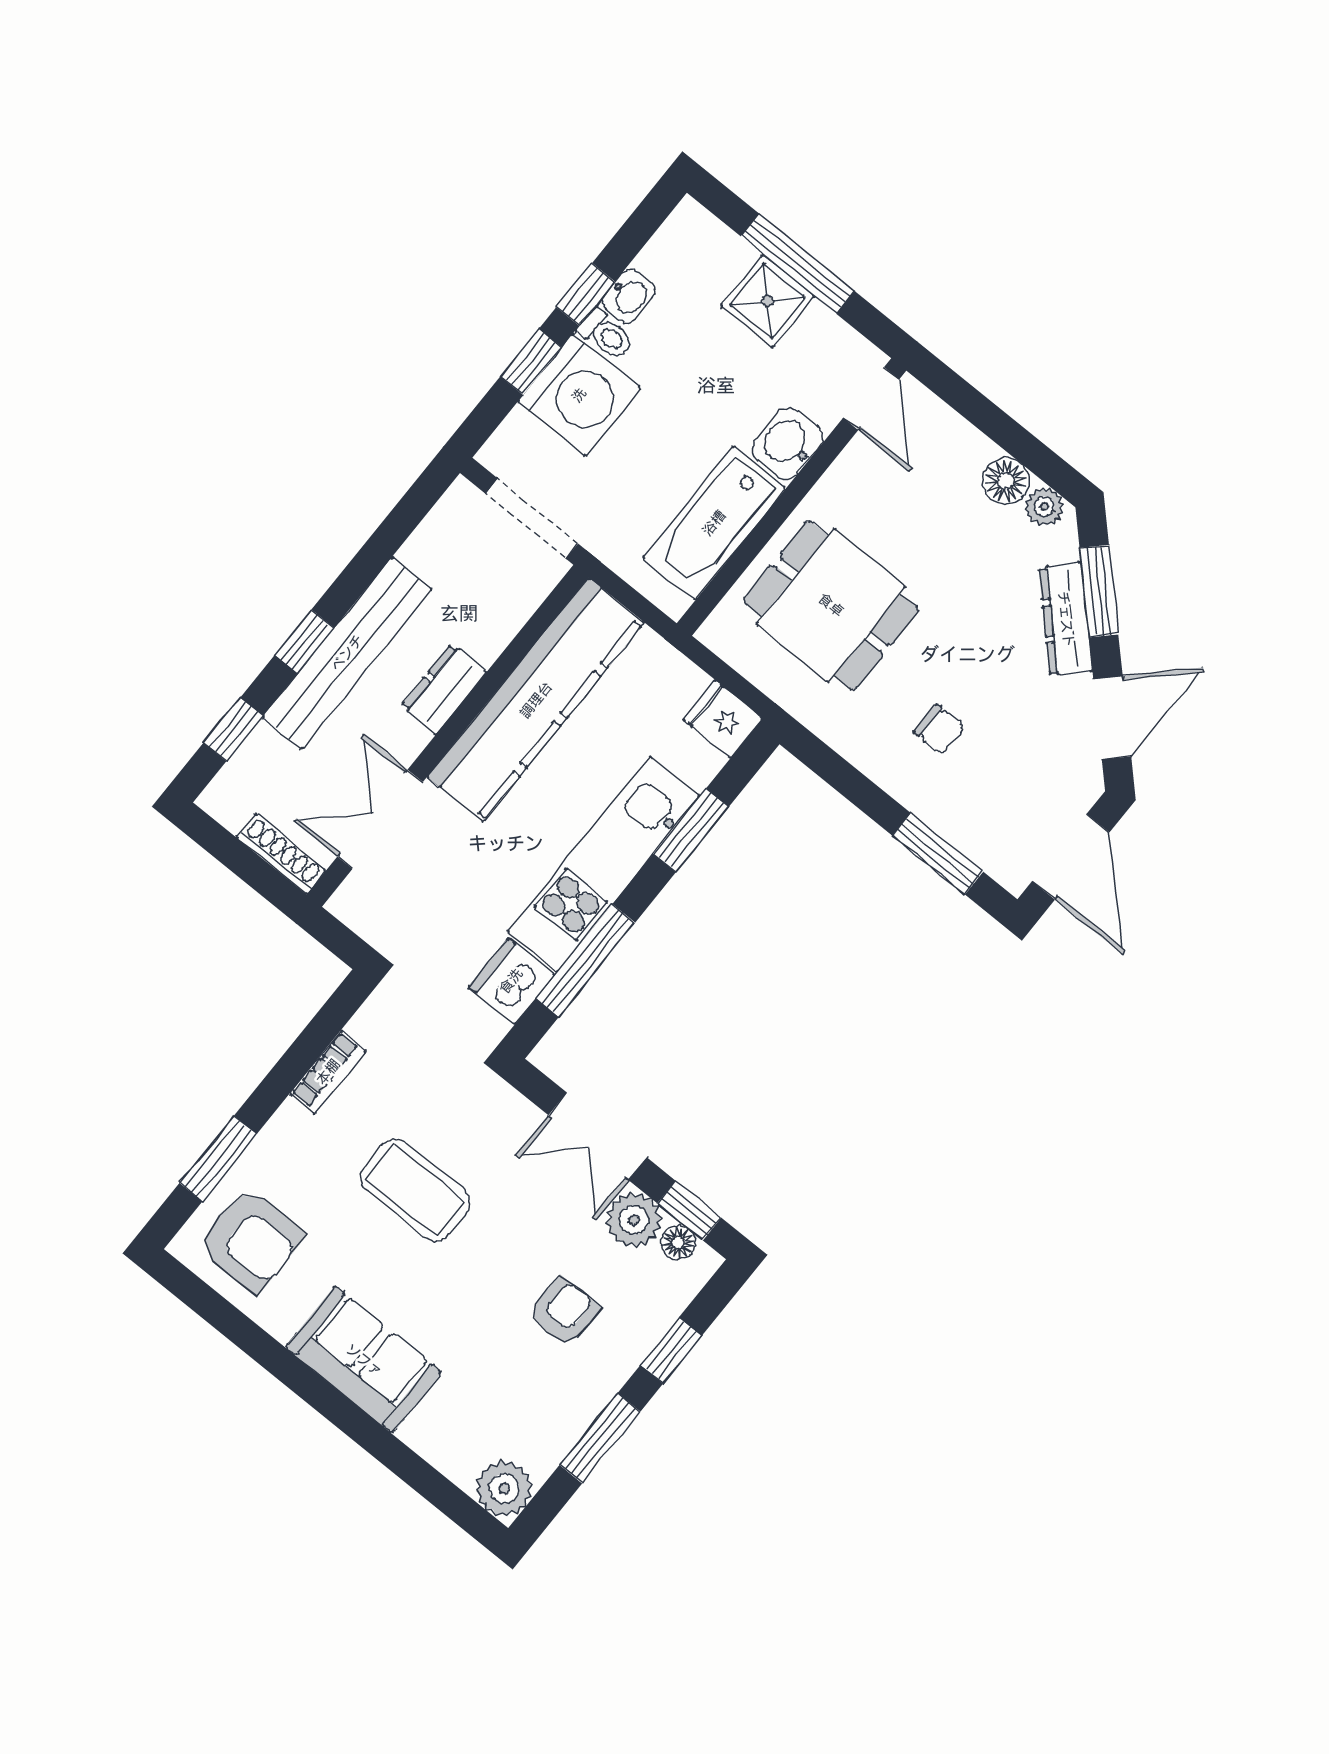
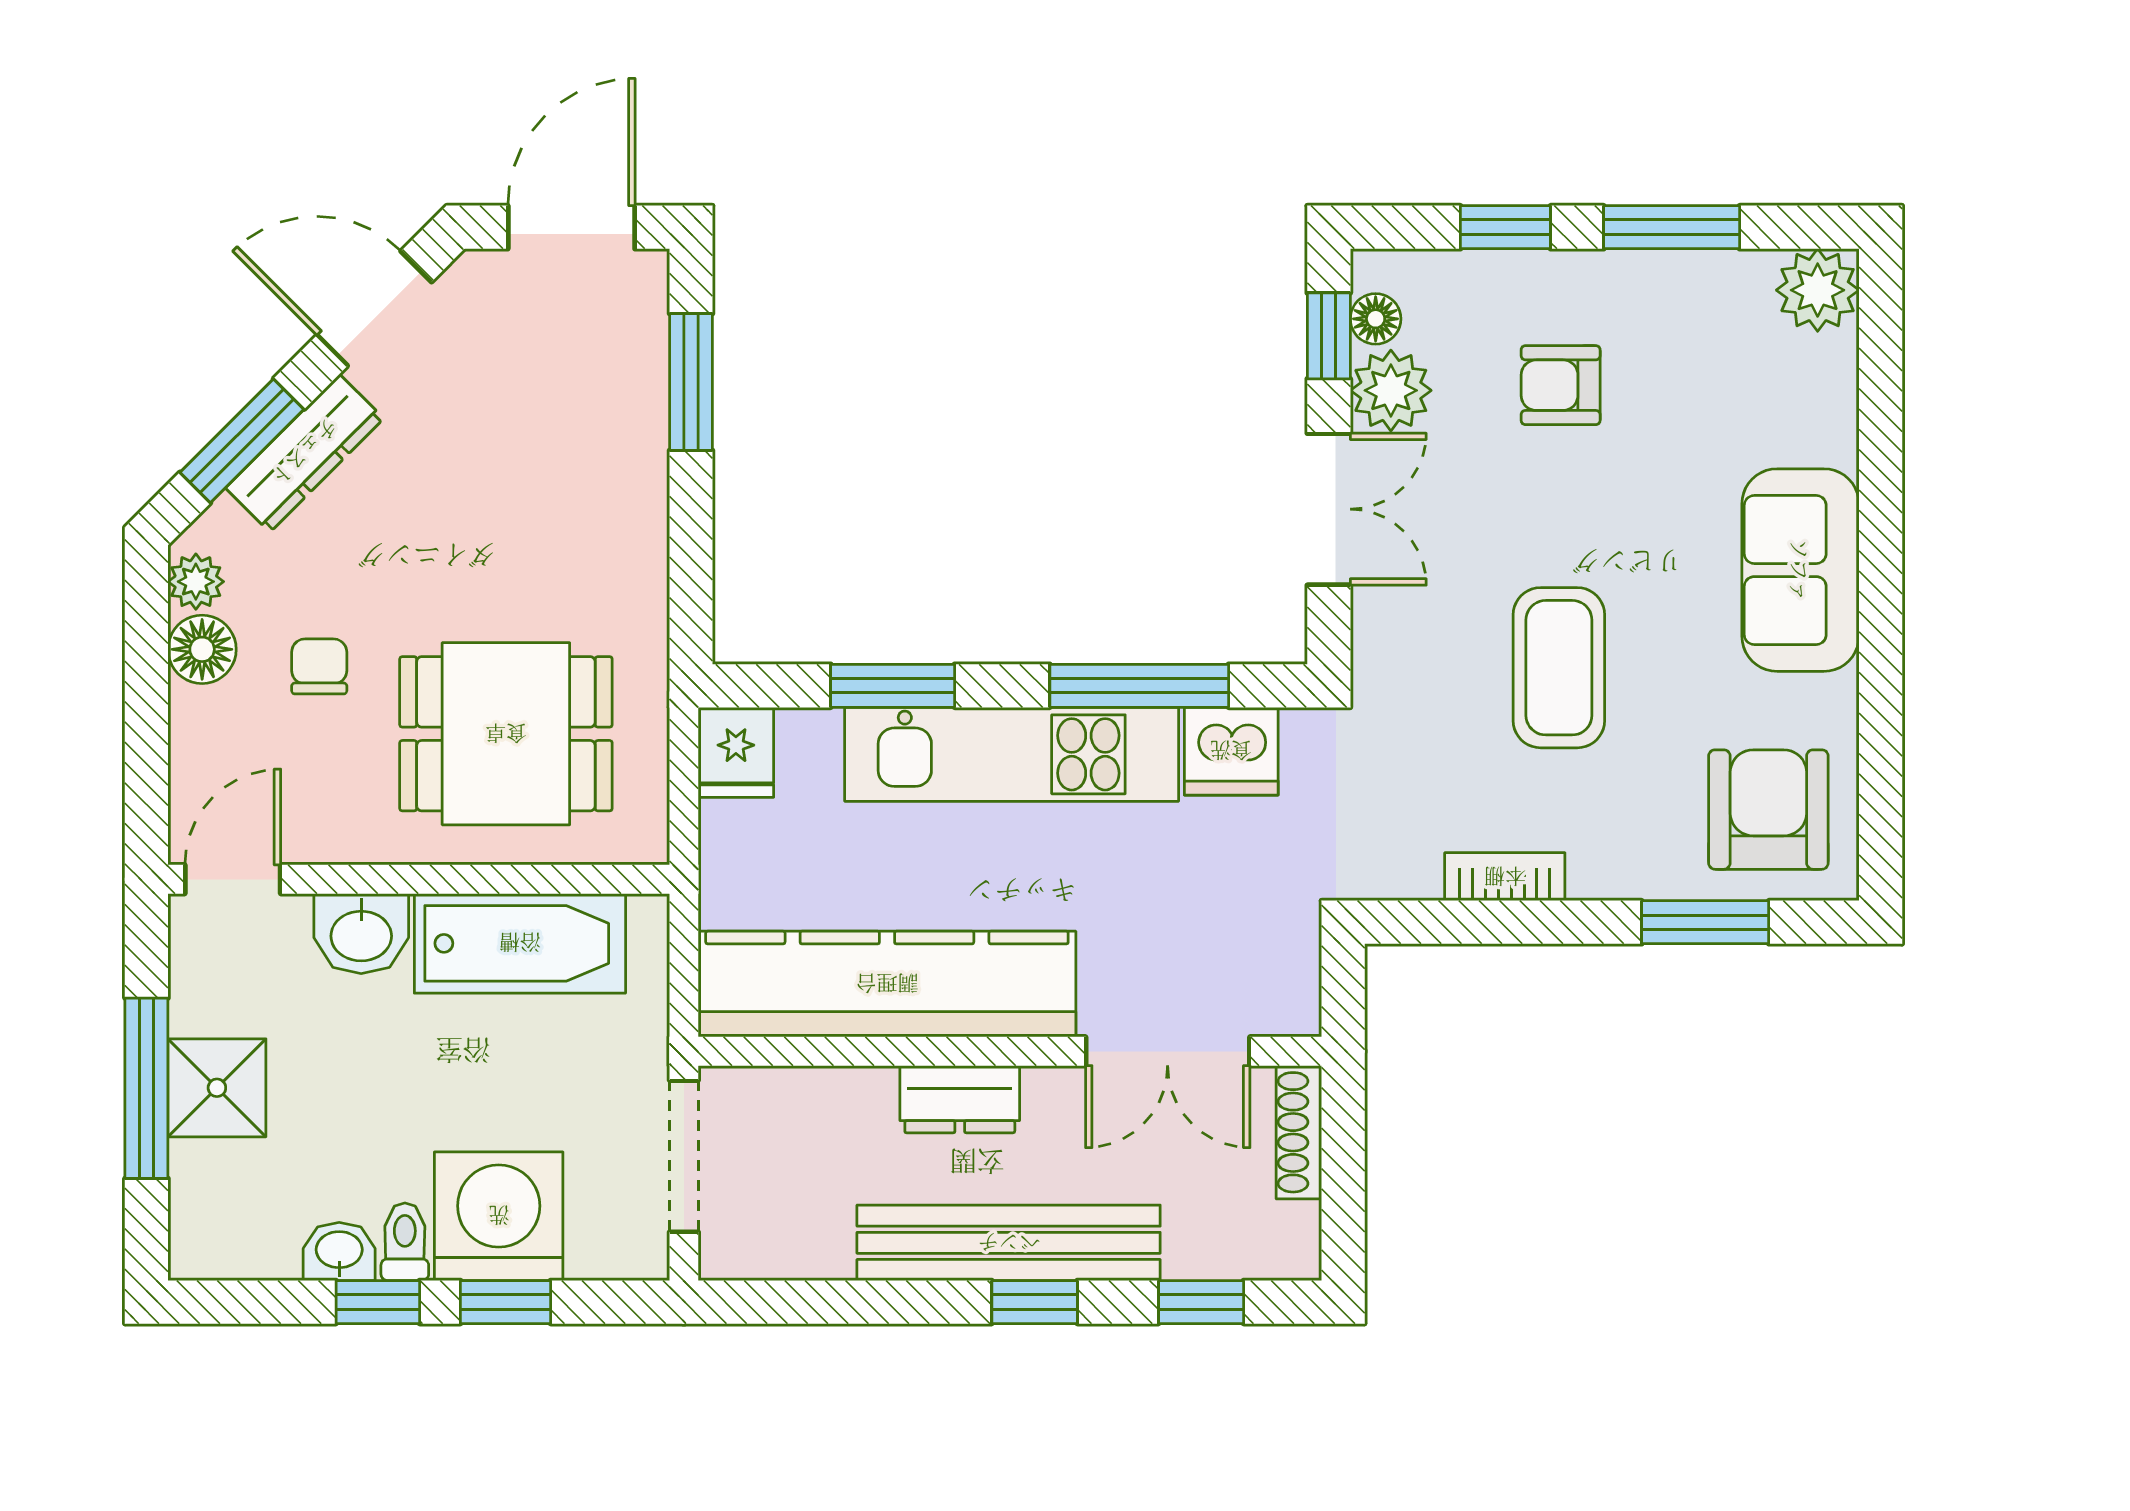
dining table: (831, 605) -> (506, 734), turned 90
chair: (939, 729) -> (319, 666), moved

